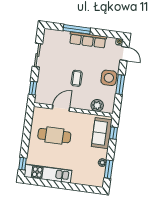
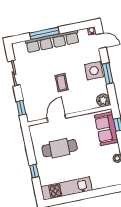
row of seats: (88, 40) -> (52, 41), width x1.36
plant: (97, 105) -> (103, 100), moved
window: (23, 164) -> (34, 171), moved

